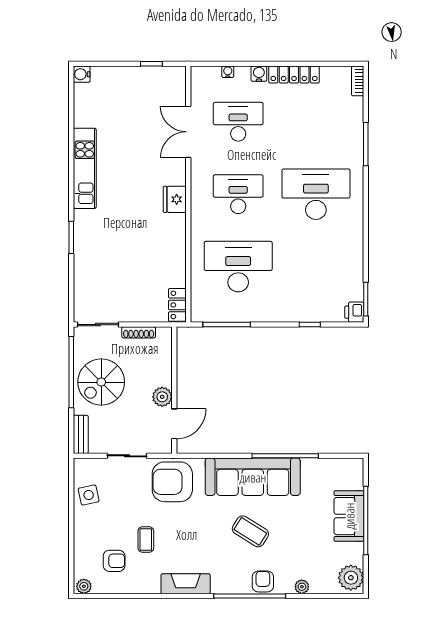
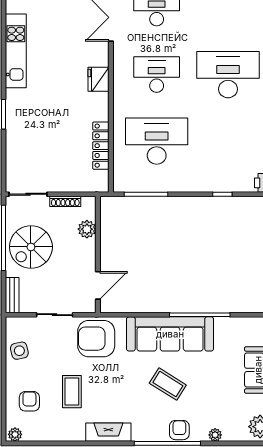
locker: (177, 305) -> (101, 146), moved, width x1.53
plant: (162, 397) -> (87, 229), moved
coffee table: (146, 540) -> (72, 392), width x1.36, depth x1.30
armchair: (114, 561) -> (29, 401), moved, turned -90

